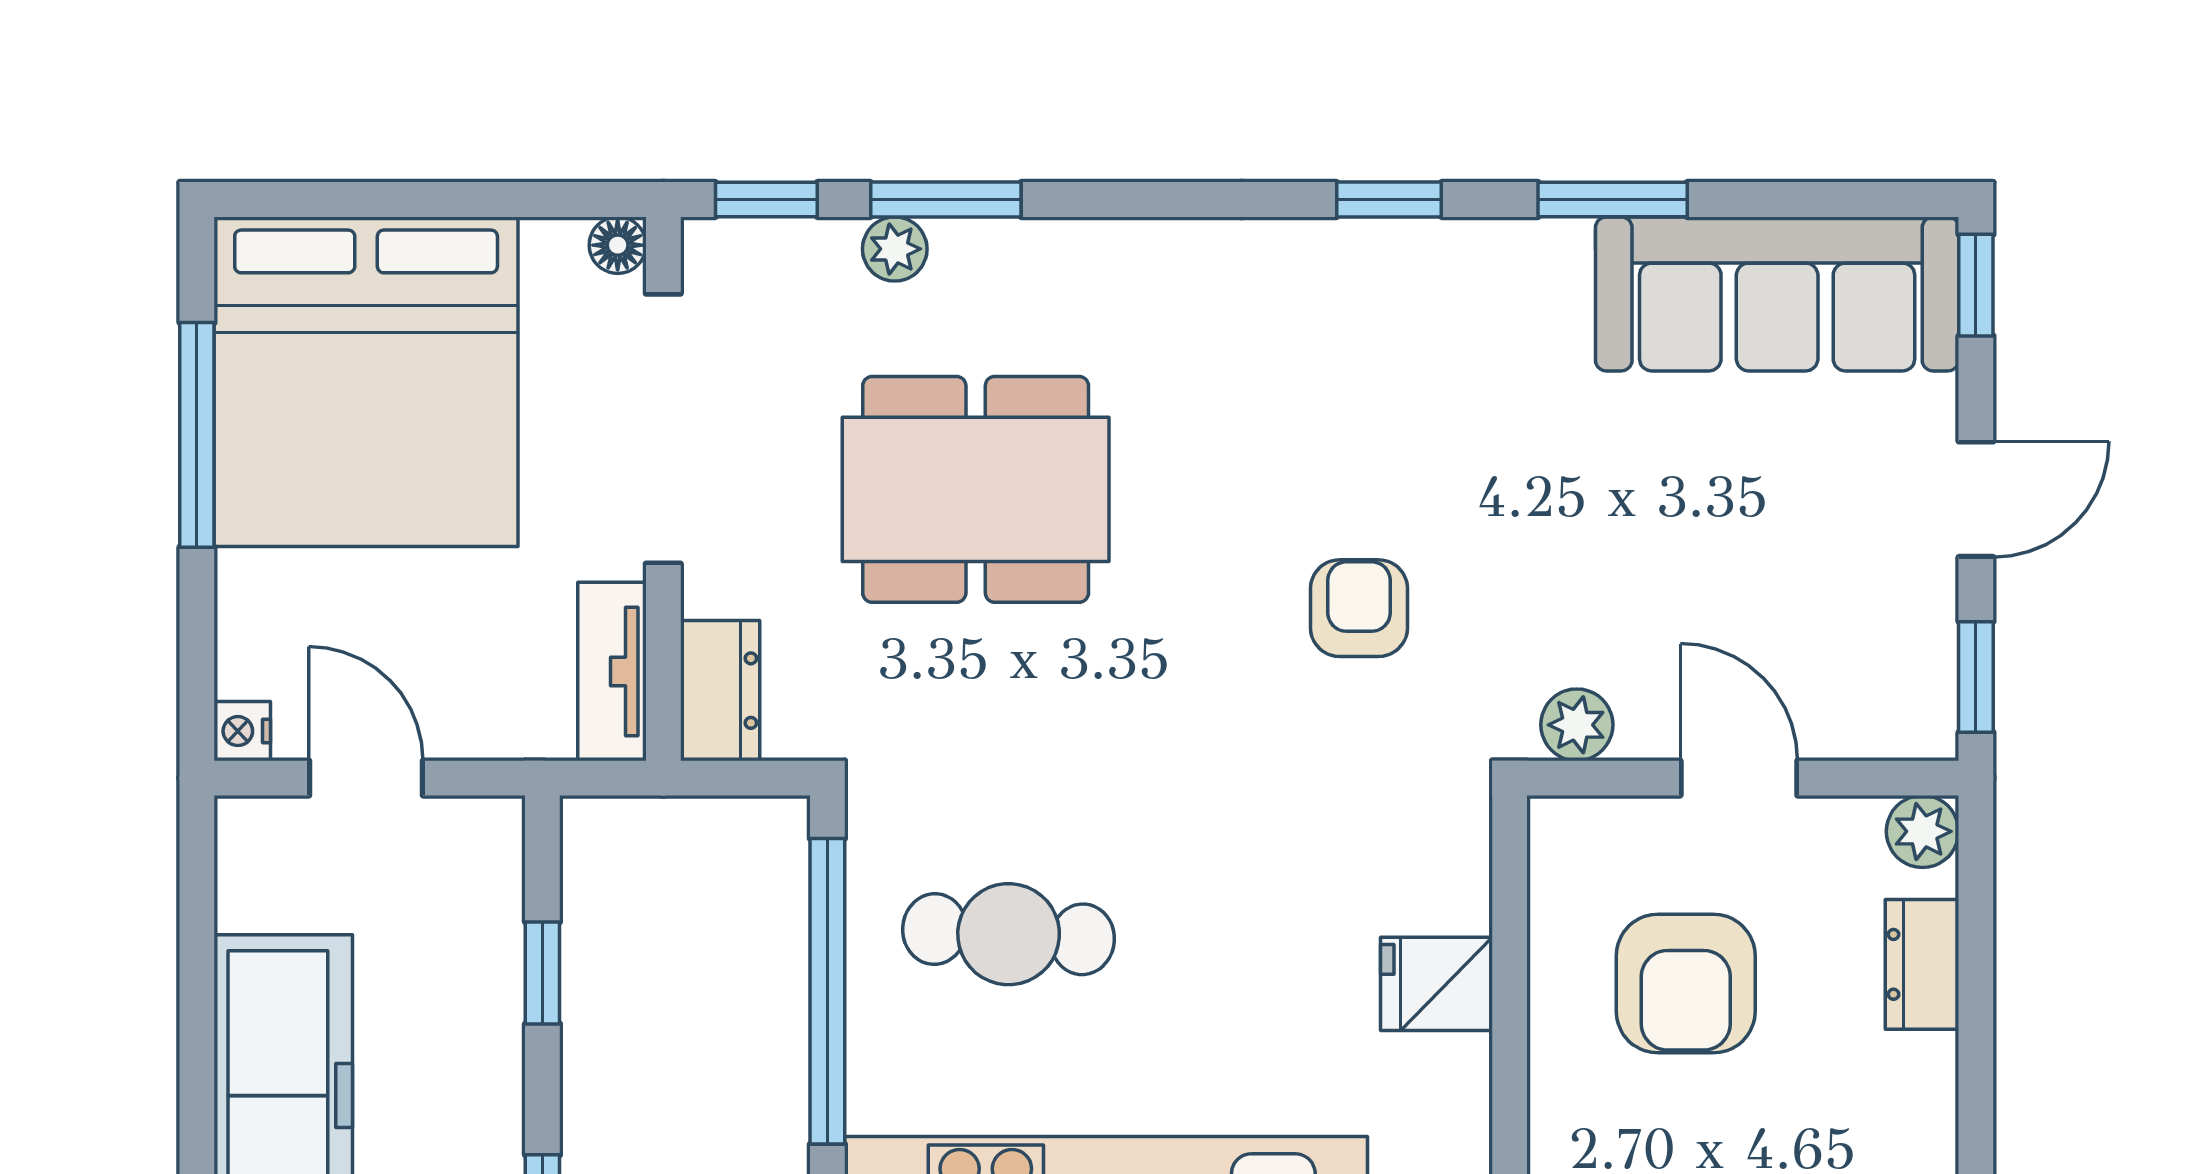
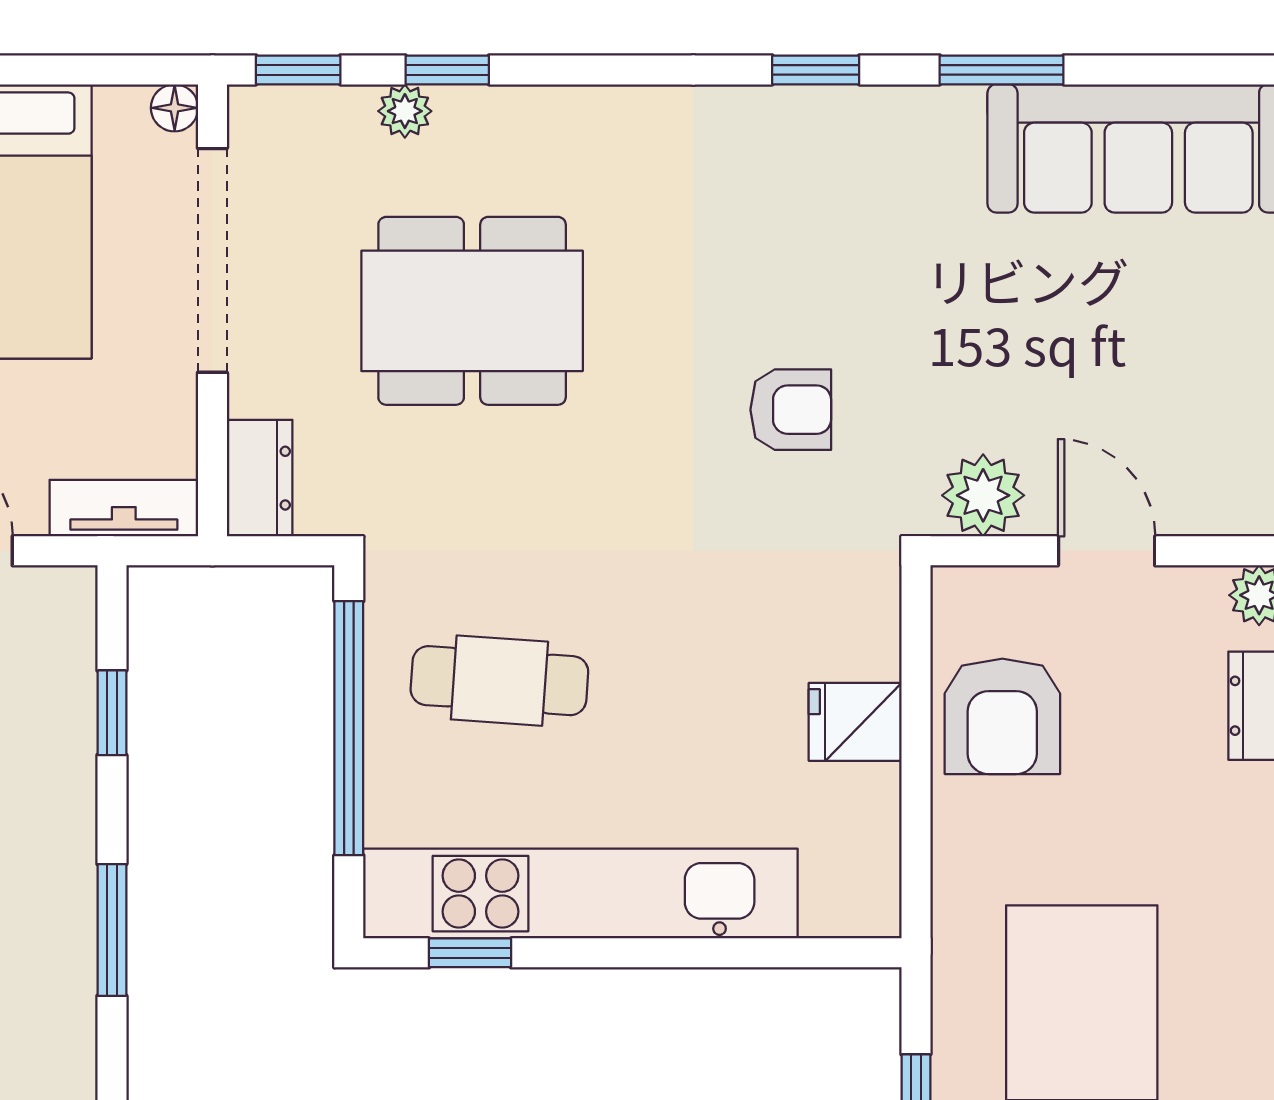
window: (946, 199) -> (447, 70), width x0.67
armchair: (1359, 608) -> (791, 410), turned 90
tv unit: (612, 671) -> (124, 508), moved, turned 90
plant: (1577, 725) -> (983, 495), width x1.38, depth x1.38
armchair: (1686, 984) -> (1002, 716), moved

